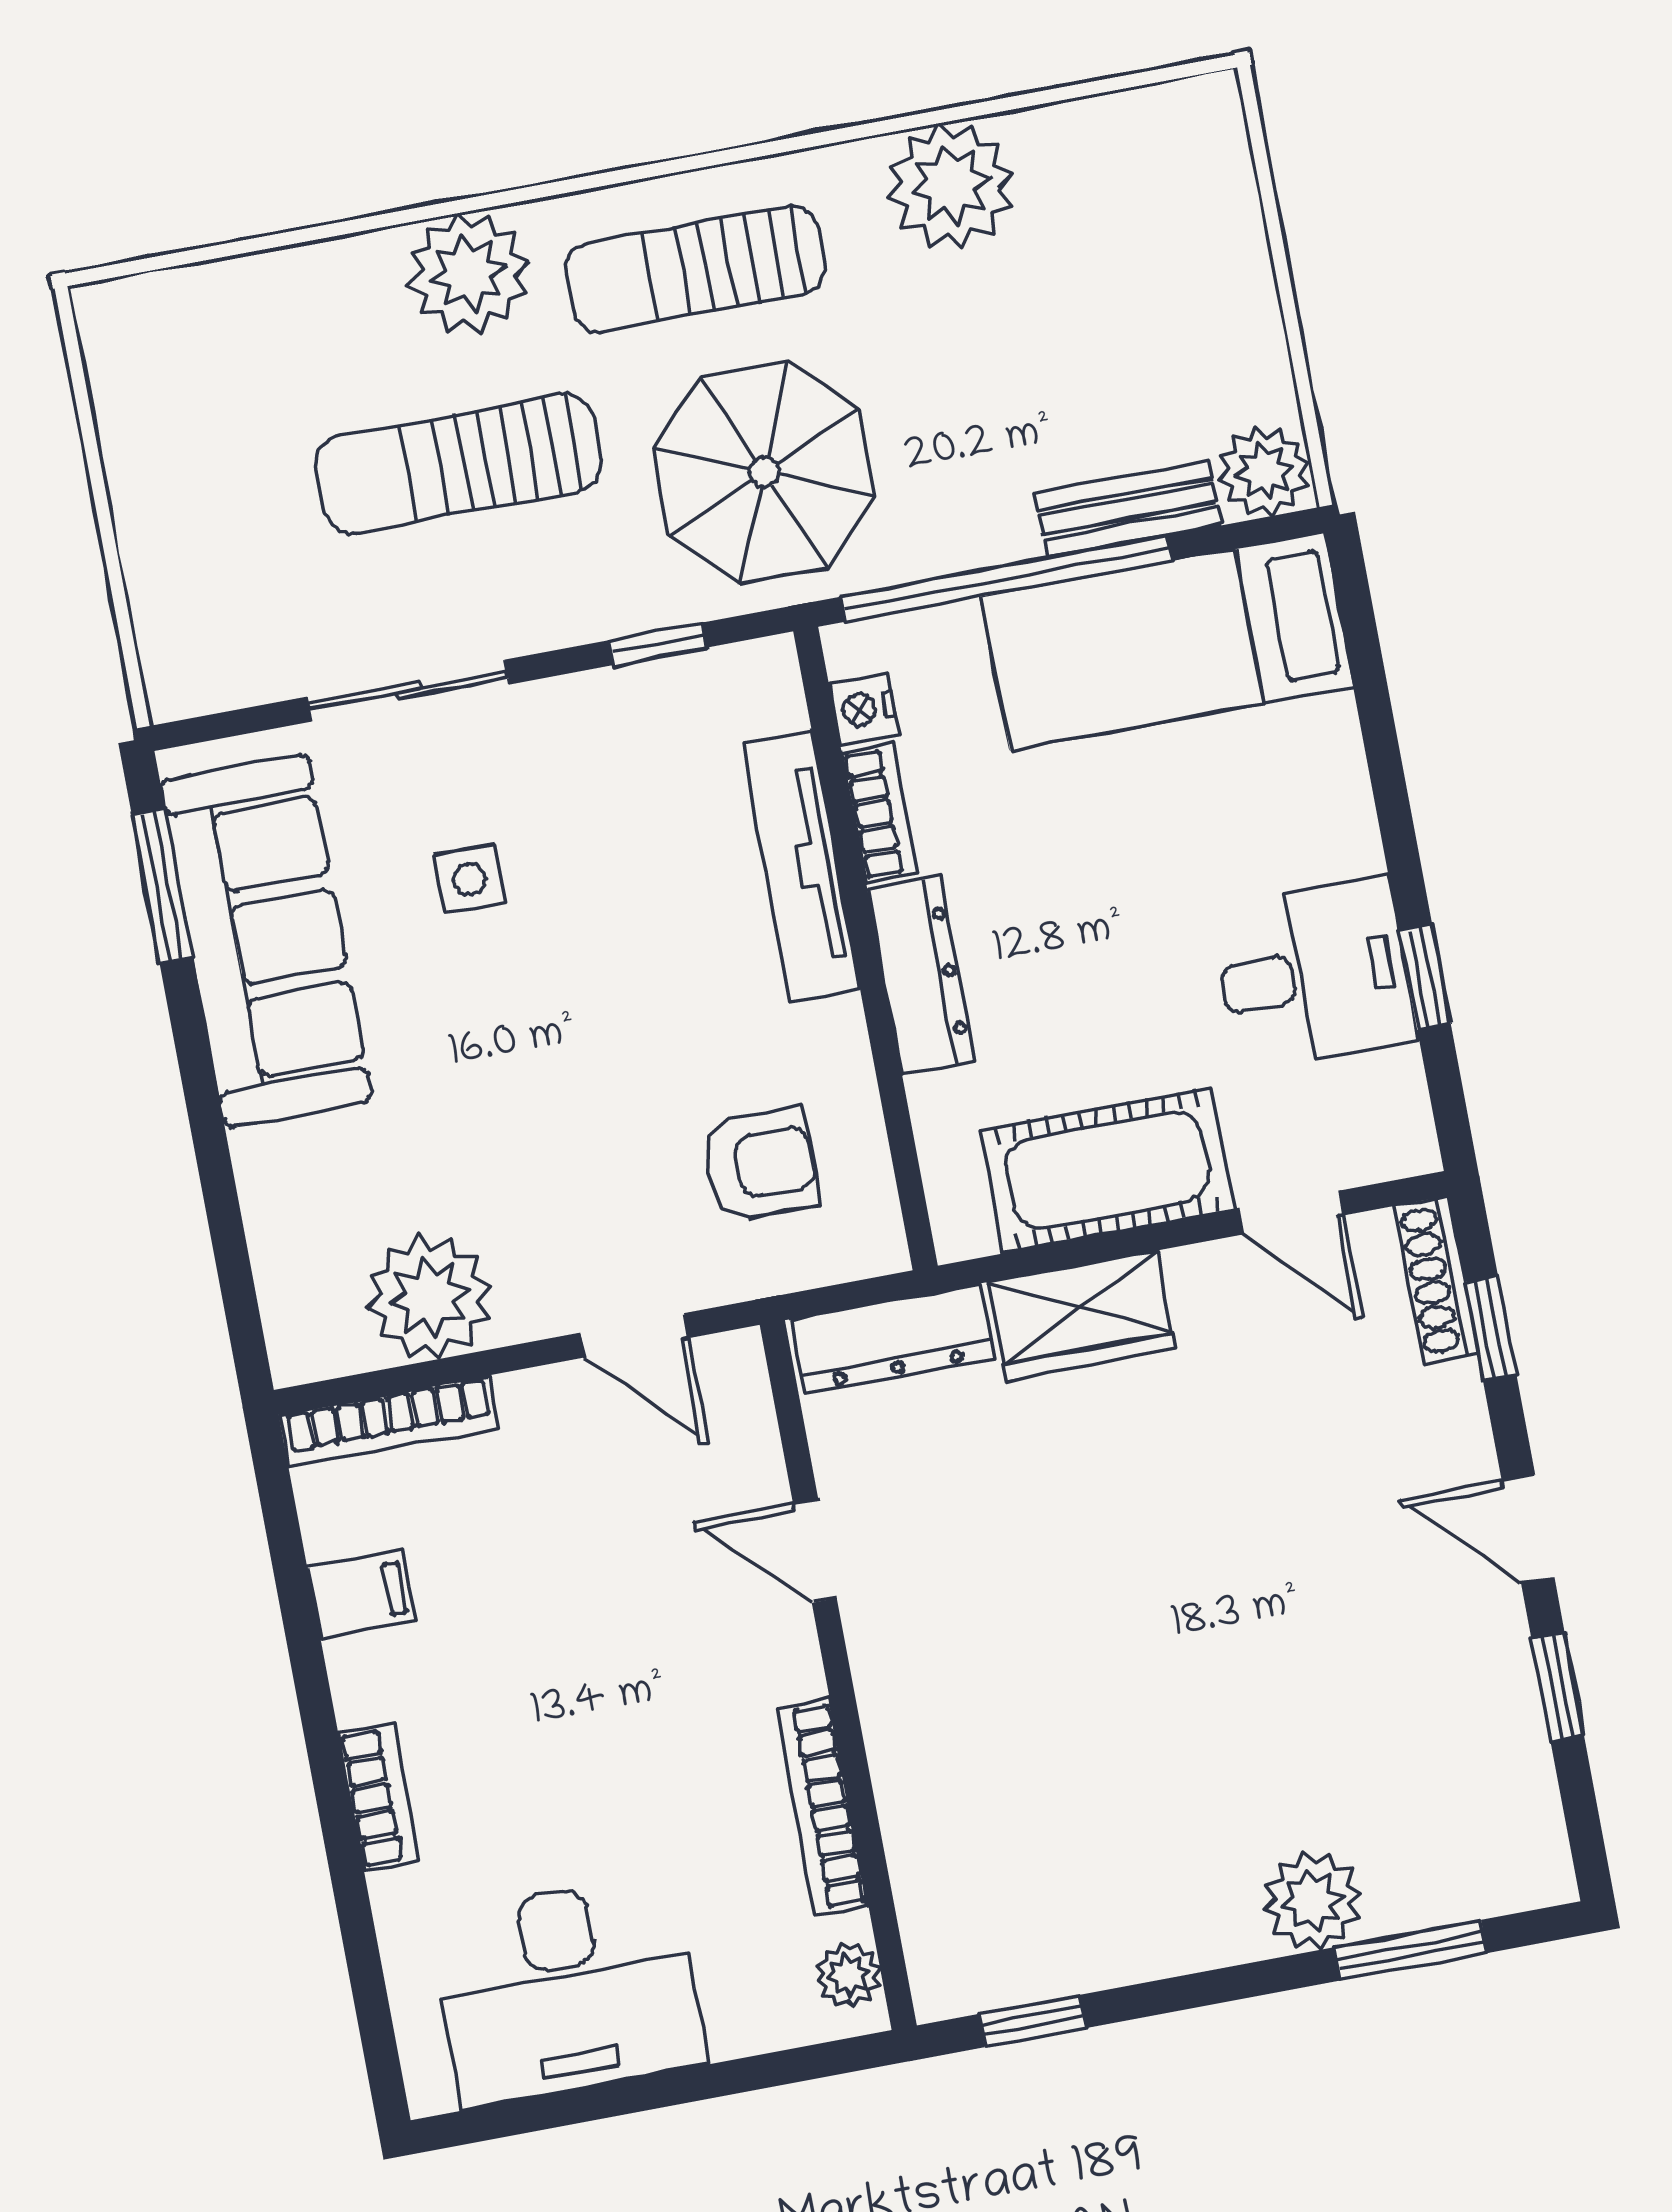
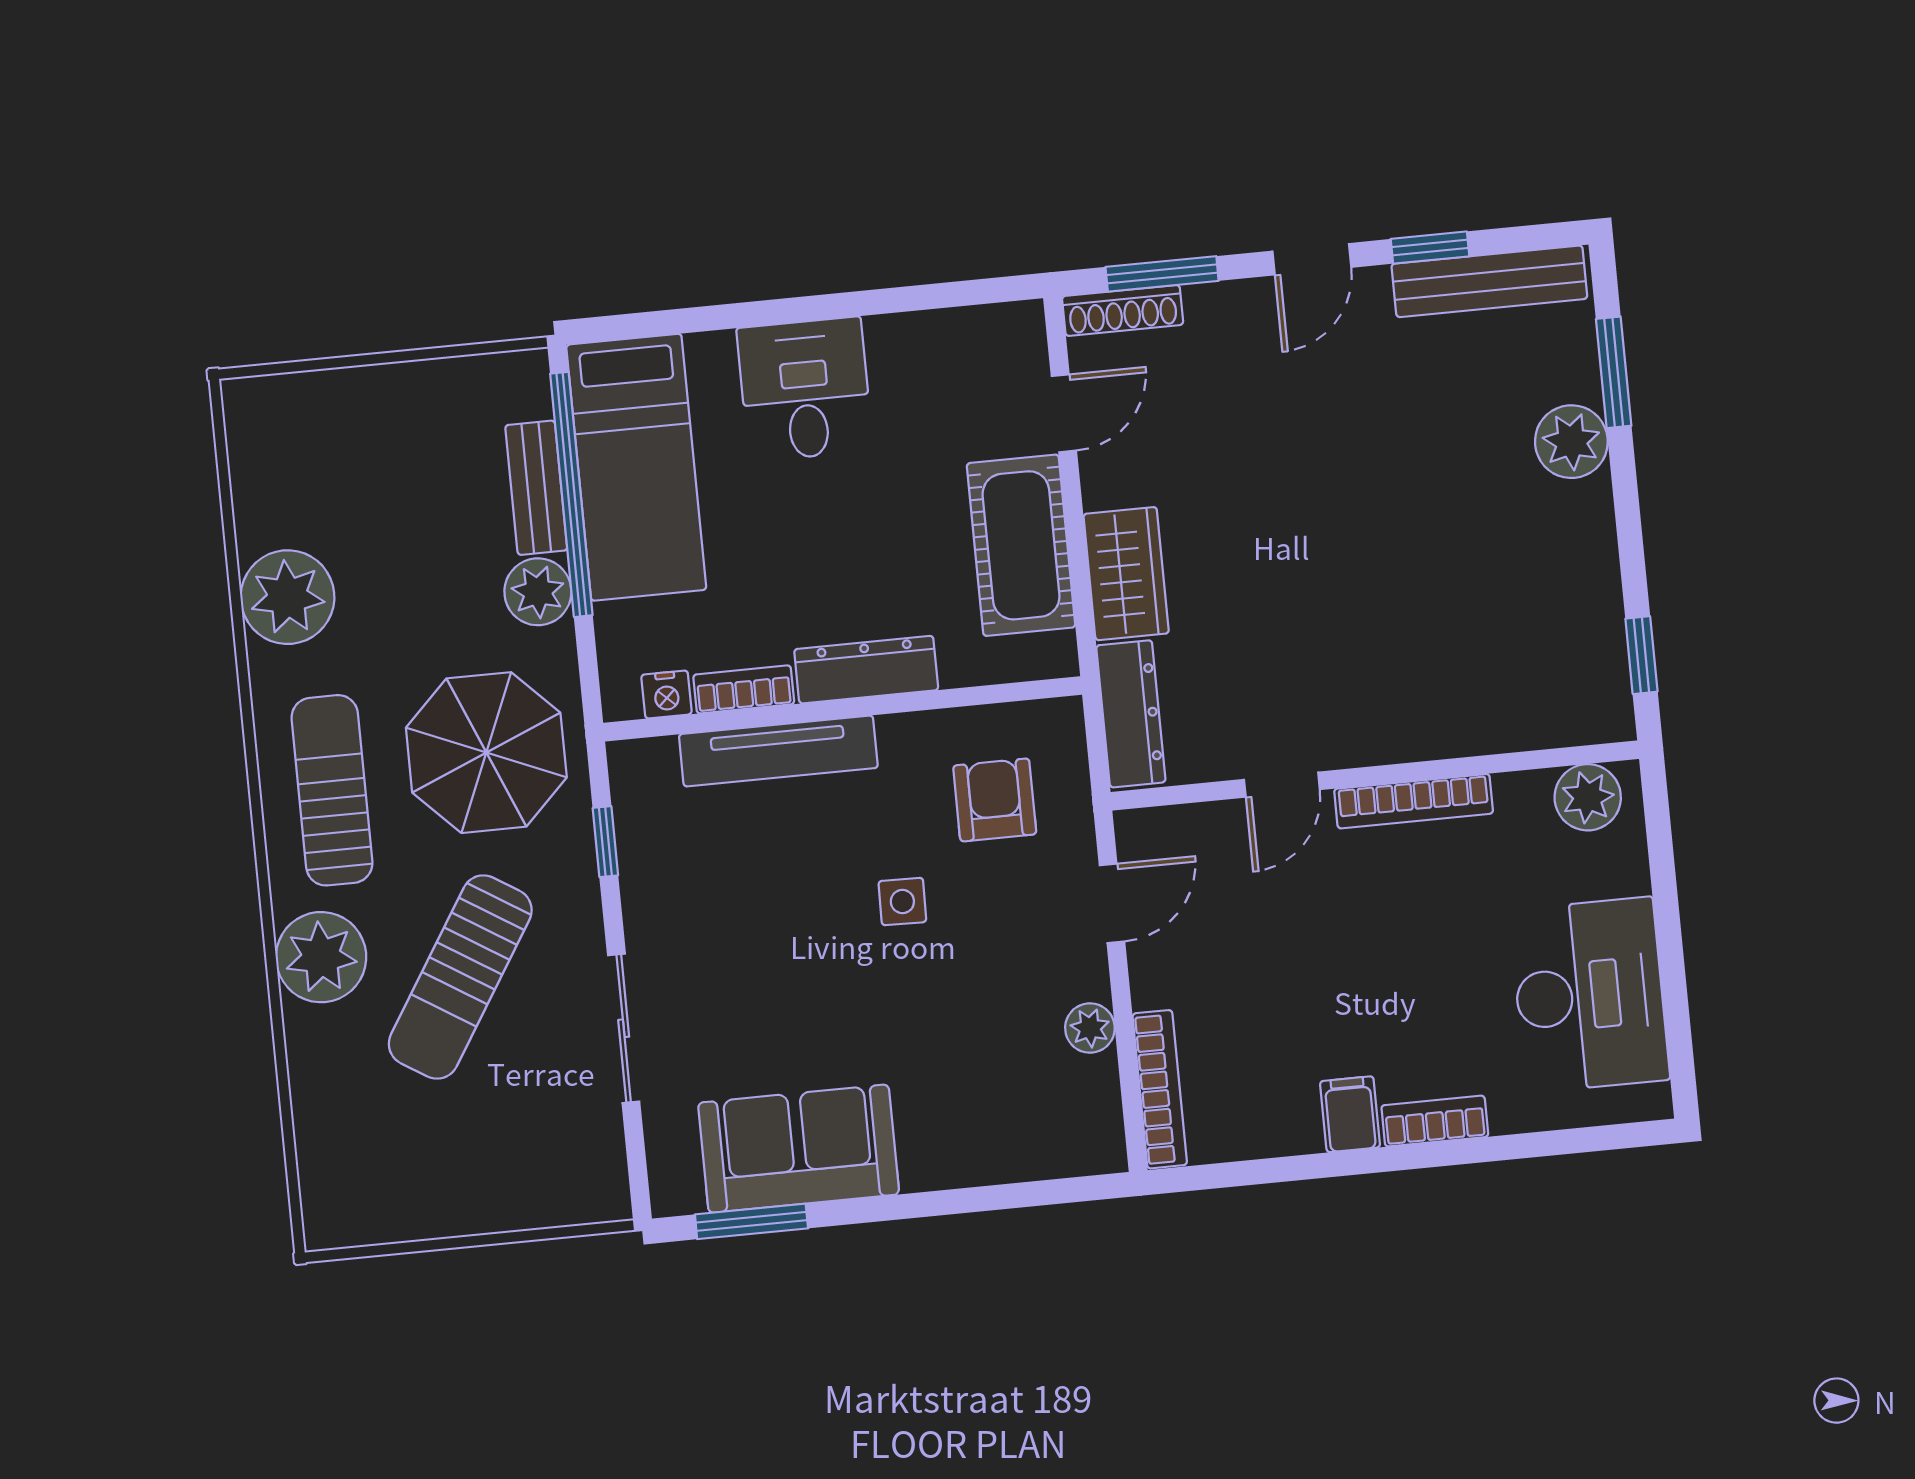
sun lounger: (695, 269) -> (332, 790), turned 180
sun lounger: (458, 464) -> (460, 977), turned 32
plant: (1264, 471) -> (538, 592), moved
window: (1006, 579) -> (571, 494), moved
side table: (470, 879) -> (902, 902), moved
sofa: (266, 941) -> (799, 1149), width x0.73
desk: (1314, 974) -> (805, 389), moved
window: (1425, 977) -> (900, 300), removed
plant: (429, 1297) -> (1090, 1028), width x0.53, depth x0.53
window: (1491, 1329) -> (1162, 274), width x1.50
filing cabinet: (361, 1594) -> (1350, 1114), moved
bench: (1519, 1772) -> (1489, 281), added
bookcase: (822, 1807) -> (1414, 801), moved
plant: (848, 1975) -> (1588, 797), width x1.38, depth x1.38

